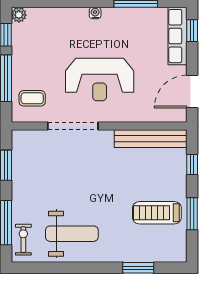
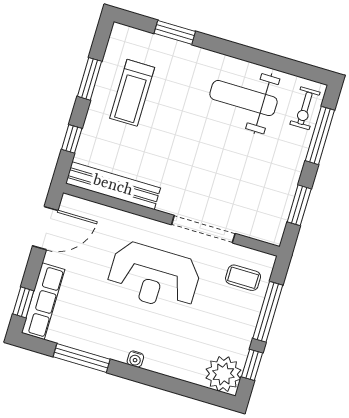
plant: (19, 15) -> (223, 374), width x1.87, depth x1.87
reception desk: (100, 79) -> (154, 276), turned 180
treadmill: (157, 213) -> (132, 93), turned 90

